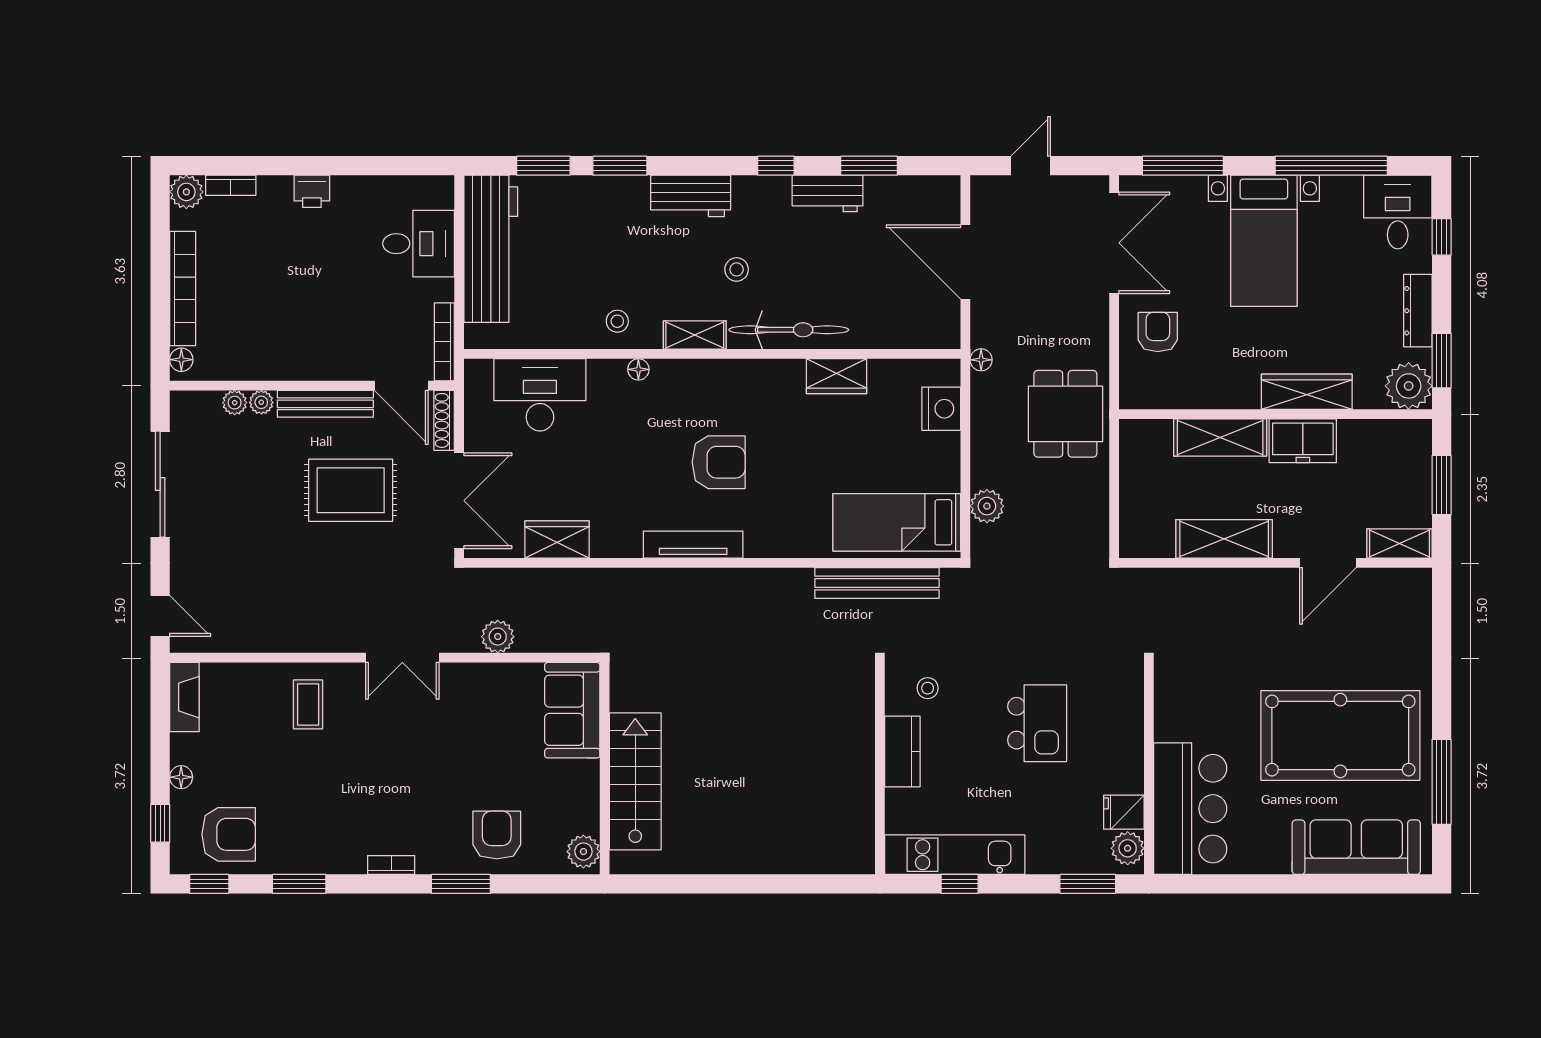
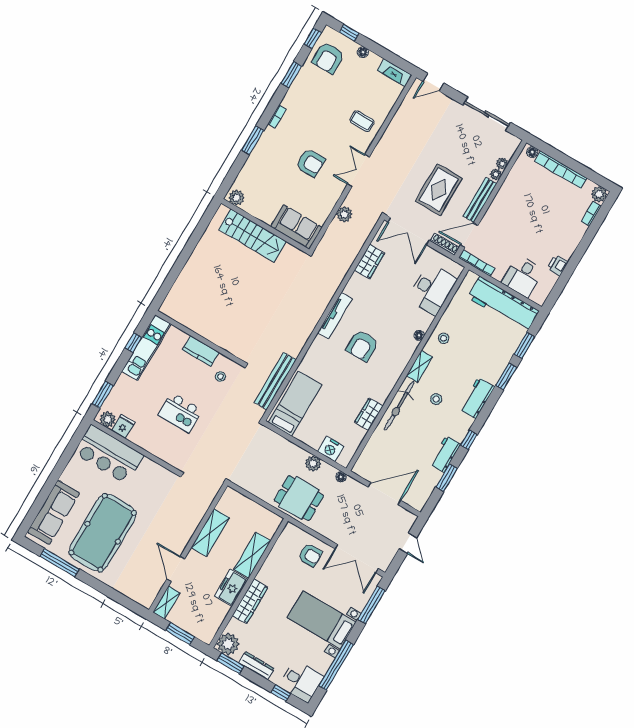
printer: (312, 191) -> (558, 265), moved
plant: (987, 506) -> (313, 463), moved
armchair: (497, 835) -> (310, 163), moved

